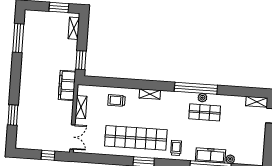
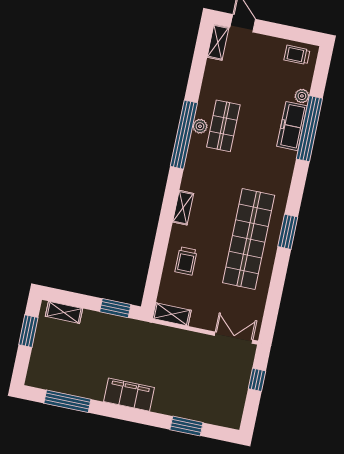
filing cabinet: (67, 85) -> (129, 395), moved, turned 180
shelving: (81, 107) -> (172, 314), moved
trolley: (176, 148) -> (297, 55), moved

